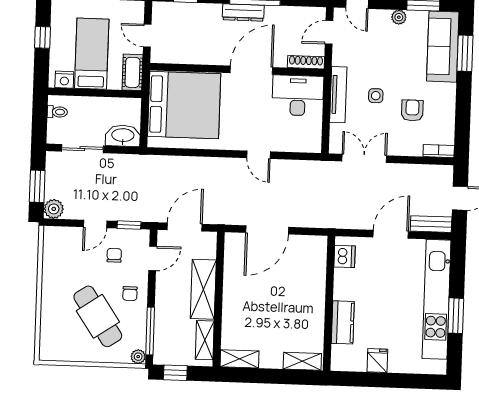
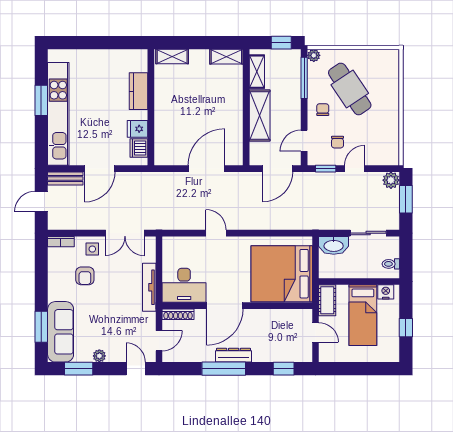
side table: (376, 96) -> (92, 249), moved
fridge: (377, 361) -> (138, 129), moved, turned 90

